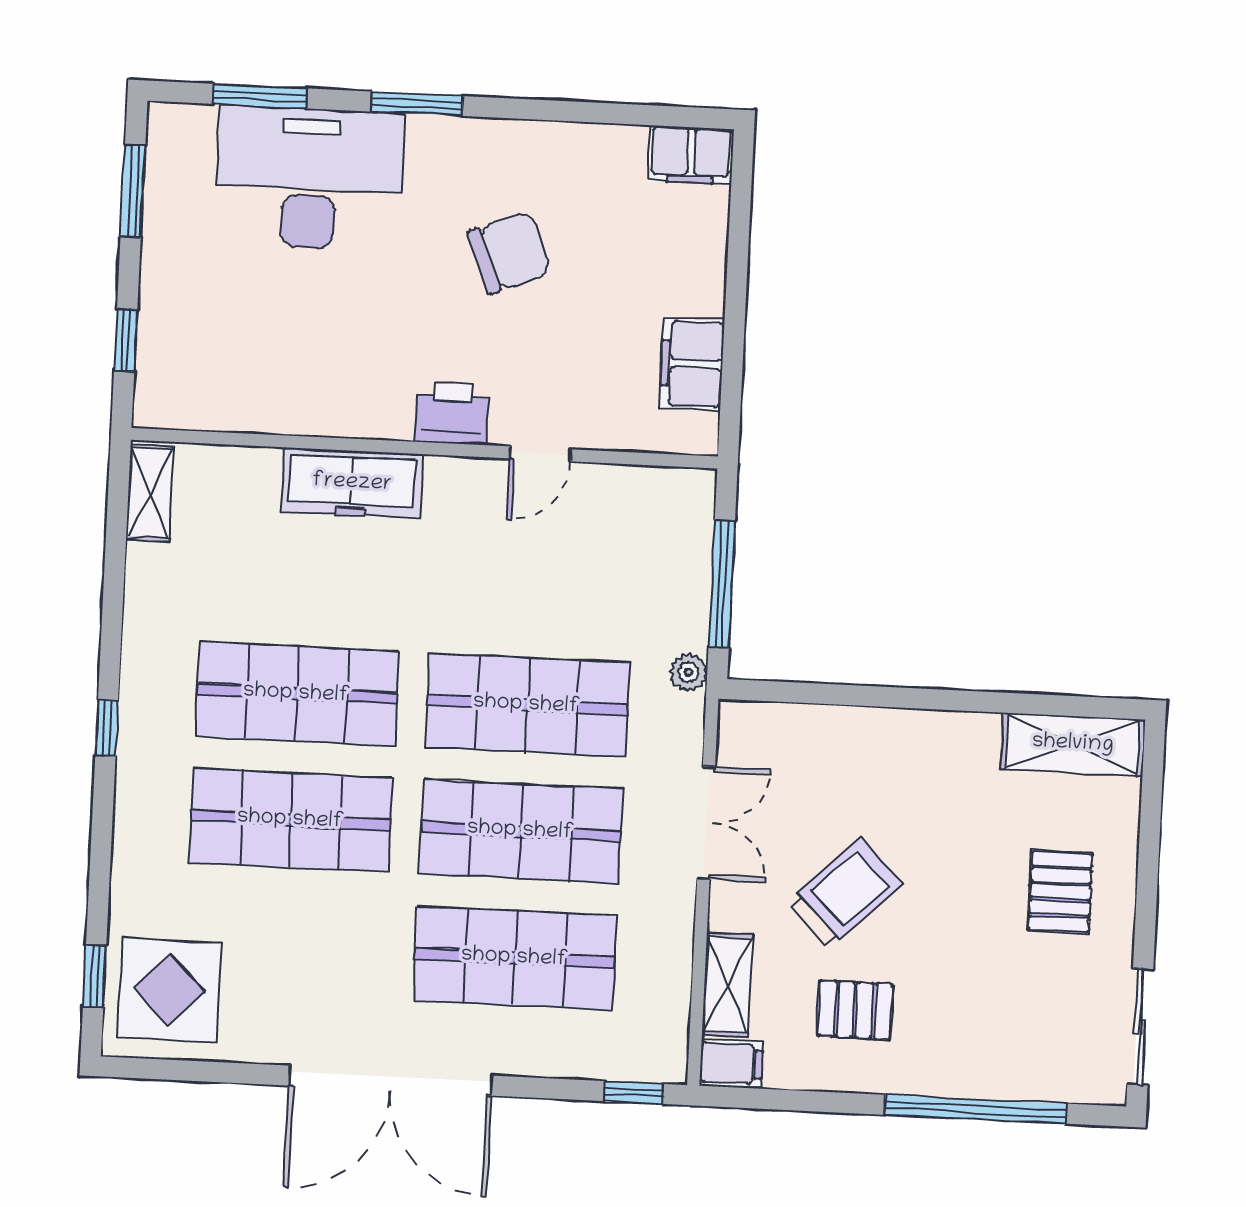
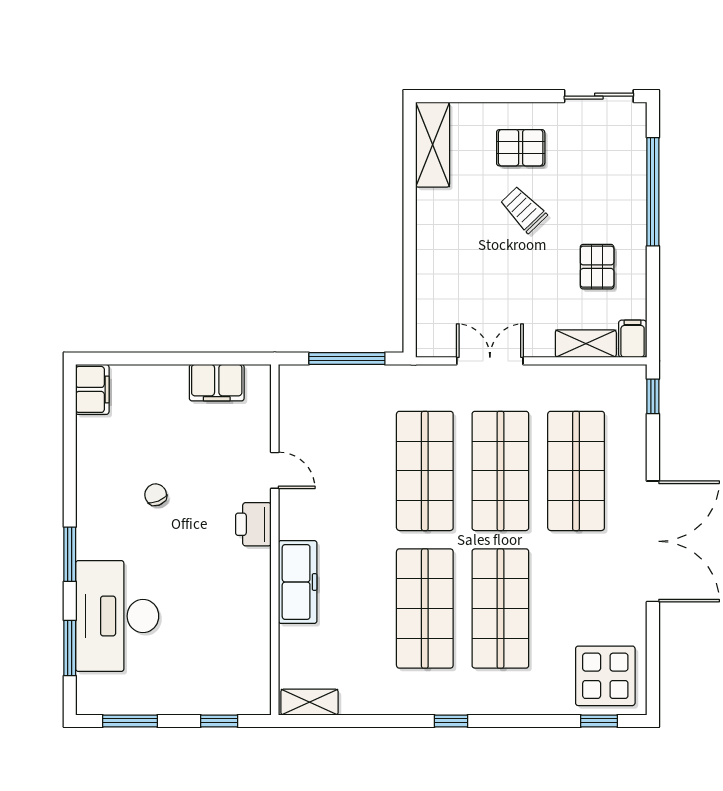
chair: (509, 252) -> (156, 495), width x0.54, depth x0.54
plant: (688, 672) -> (401, 376), removed
trolley: (845, 893) -> (524, 210), moved, width x0.73, depth x0.72

